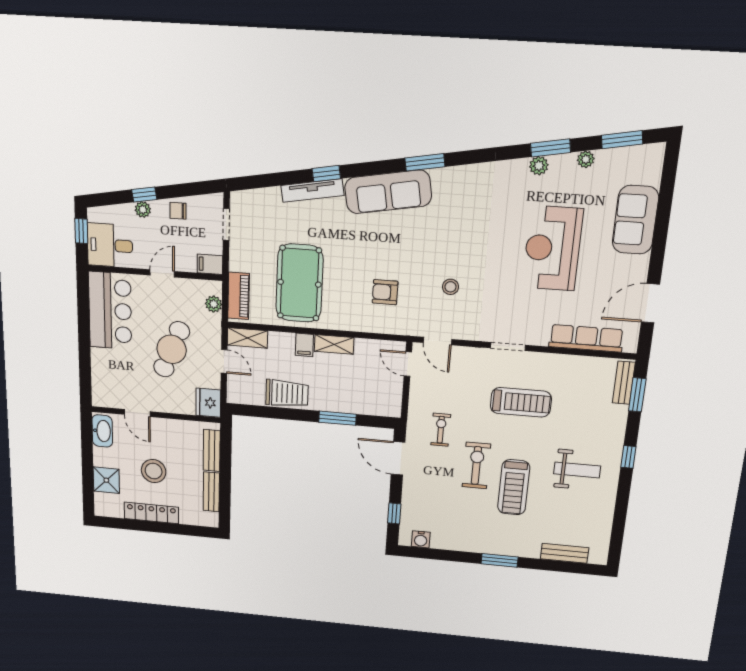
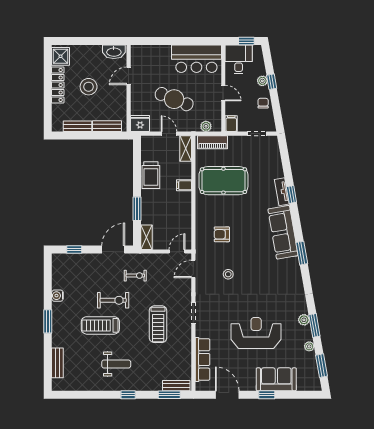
tv unit: (312, 190) -> (282, 192), width x0.71
window: (660, 238) -> (267, 395), added
armchair: (385, 292) -> (222, 234), turned -90
shelving: (334, 344) -> (147, 237), moved
door: (224, 361) -> (169, 134), swing flipped
weight bench: (577, 470) -> (116, 364), turned -90
shower: (106, 480) -> (61, 56), moved
water cooler: (421, 539) -> (57, 296), moved

